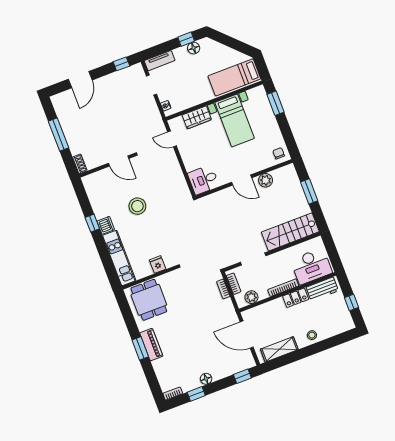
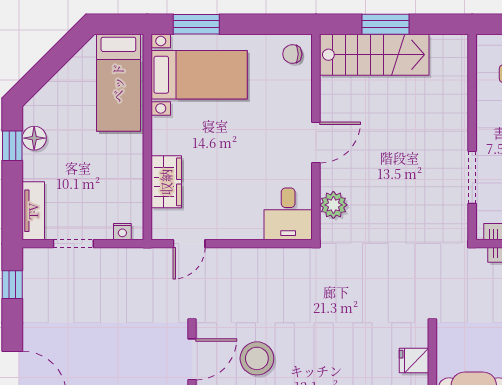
bed with nightstands: (235, 120) -> (199, 75), moved
plant: (266, 180) -> (333, 205), moved
stool: (137, 206) -> (257, 358), moved
stairs: (290, 232) -> (374, 55), moved, turned -90

